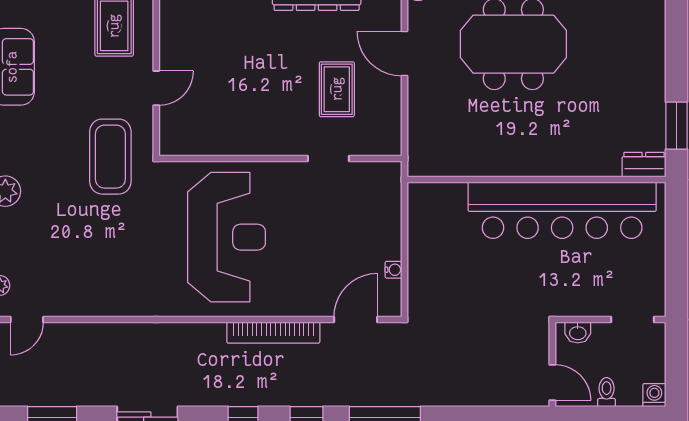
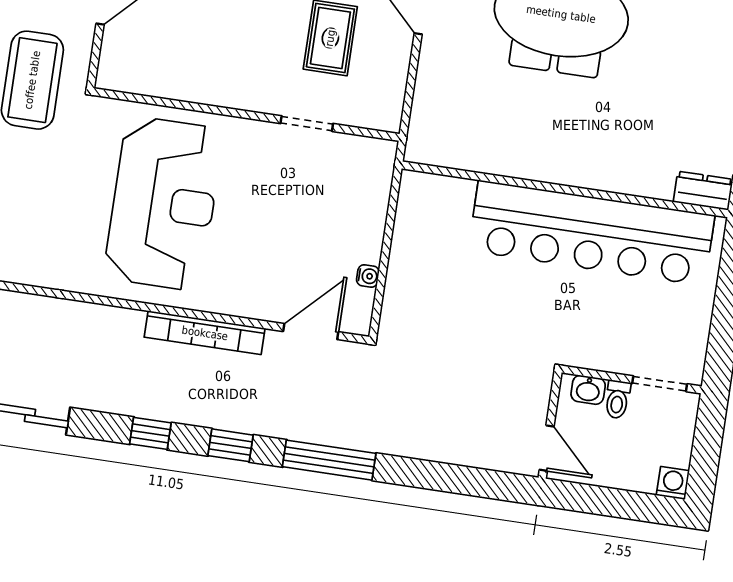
toilet: (607, 392) -> (617, 399), moved, turned 180

